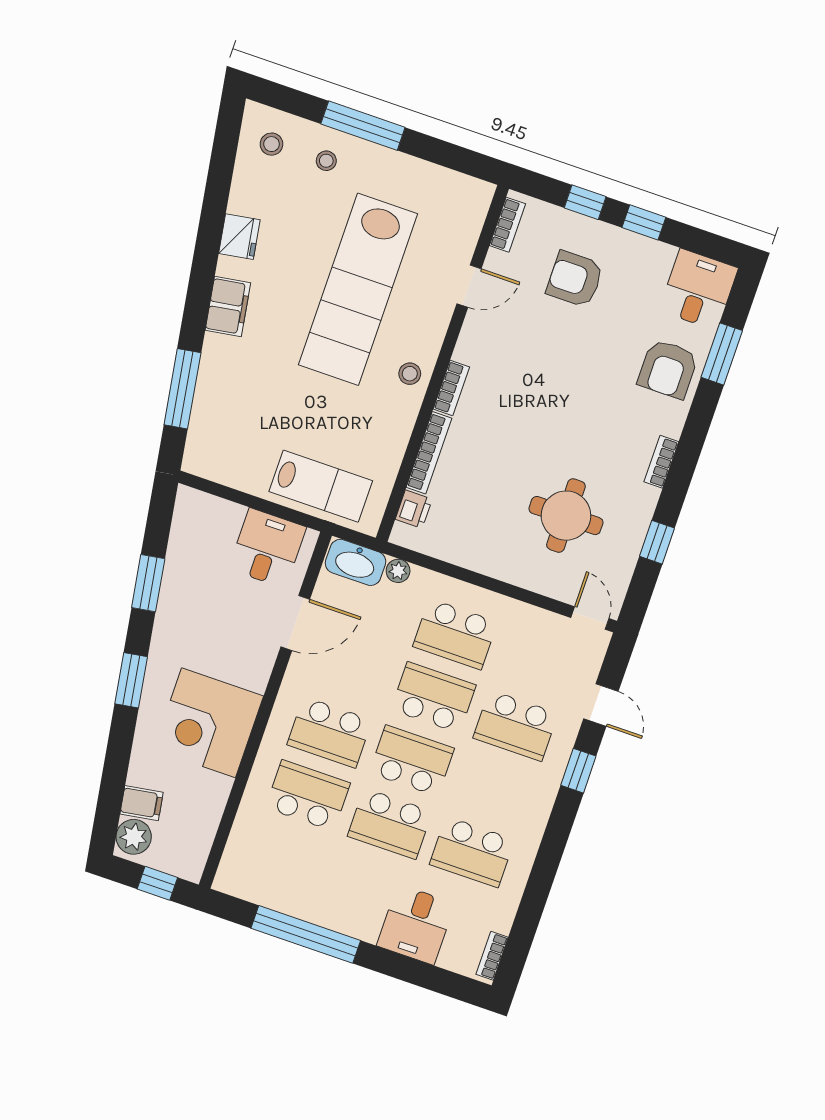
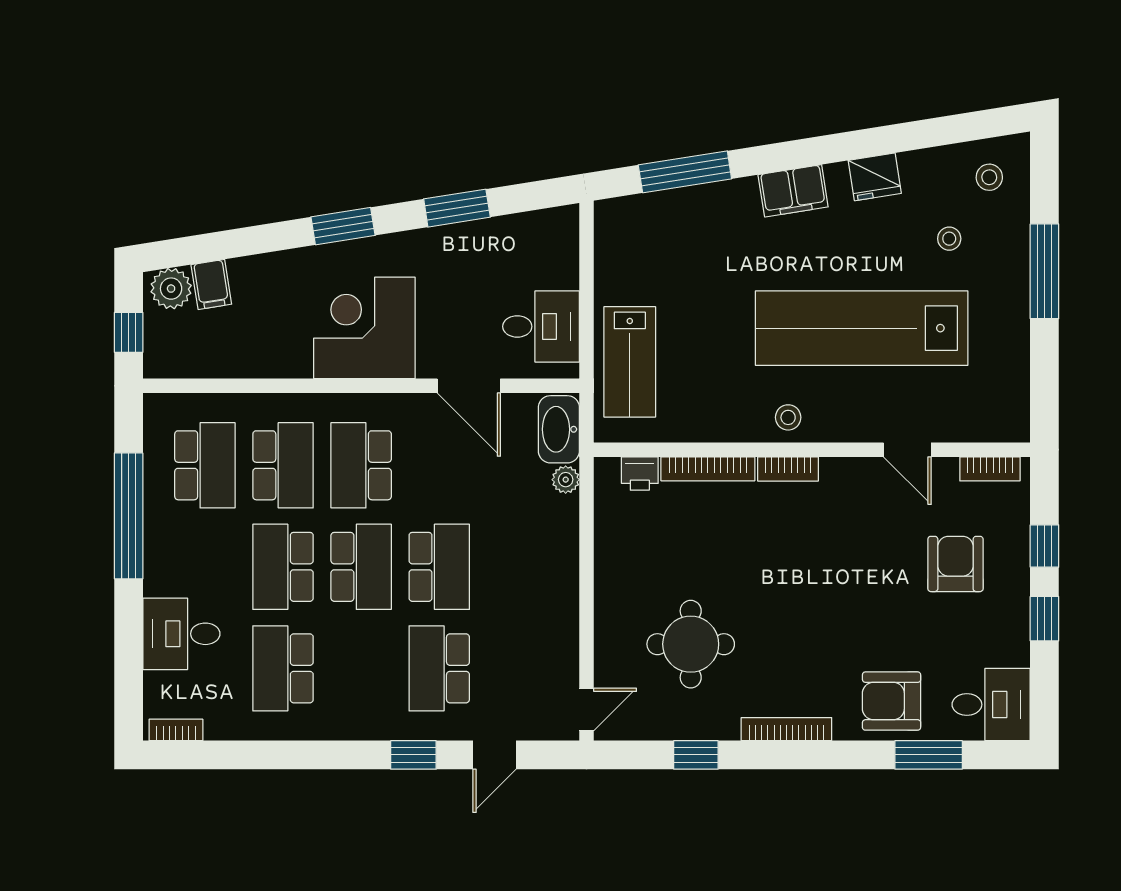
stool: (326, 161) -> (949, 239), moved
bookcase: (661, 462) -> (786, 729), width x1.56
school desk: (455, 634) -> (205, 465), moved, turned 180
corner desk: (209, 723) -> (364, 328), moved

